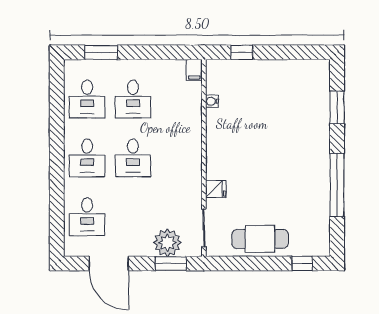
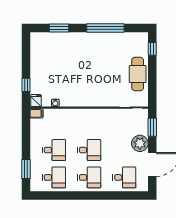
fridge: (216, 189) -> (36, 100), moved
plant: (167, 243) -> (140, 143), moved

